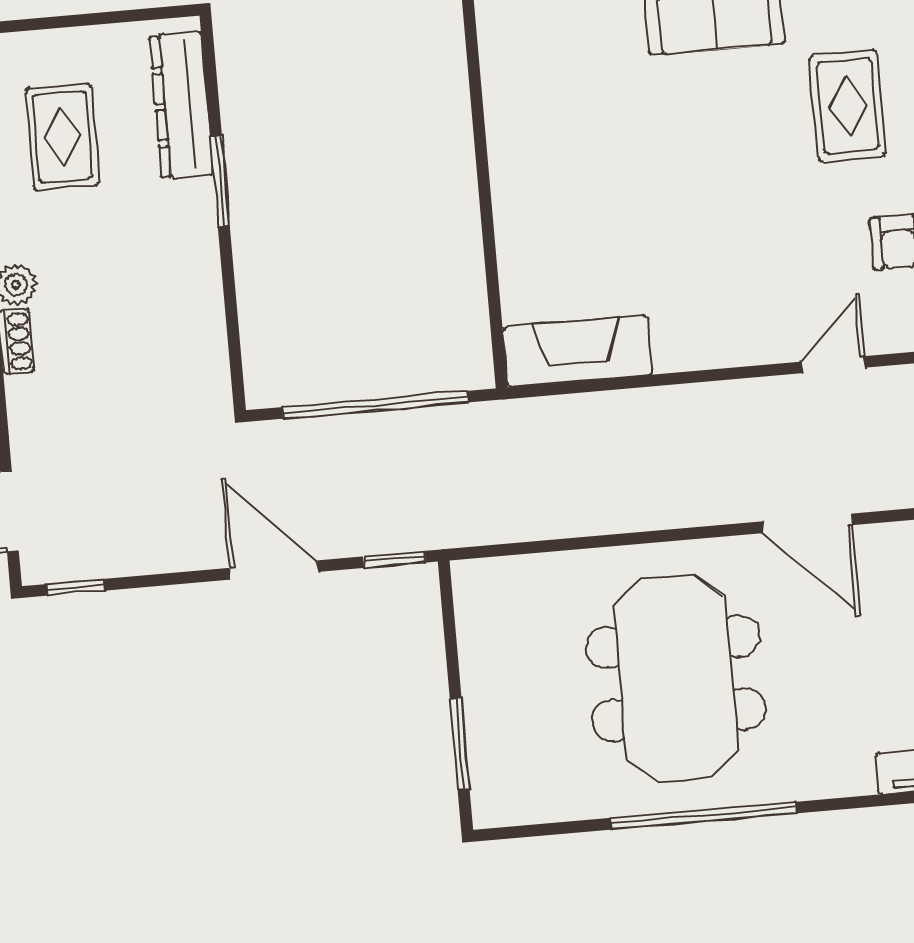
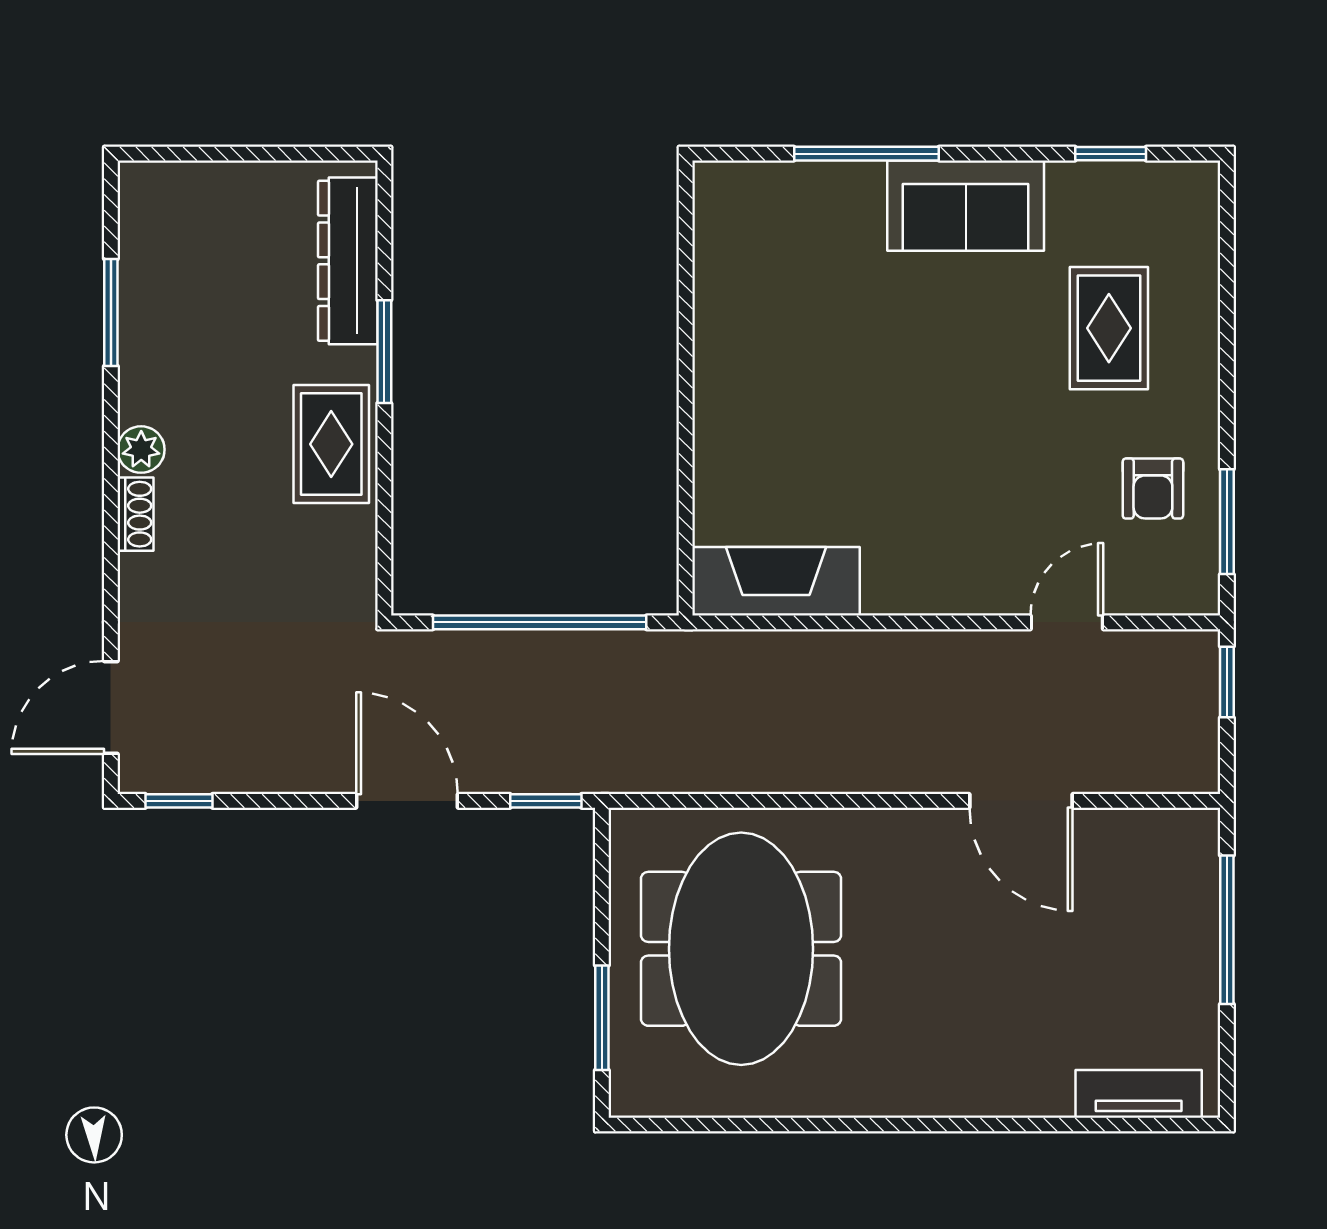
rug: (62, 137) -> (331, 444), moved
meeting table: (676, 678) -> (741, 949), moved
window: (703, 816) -> (873, 1125), removed

